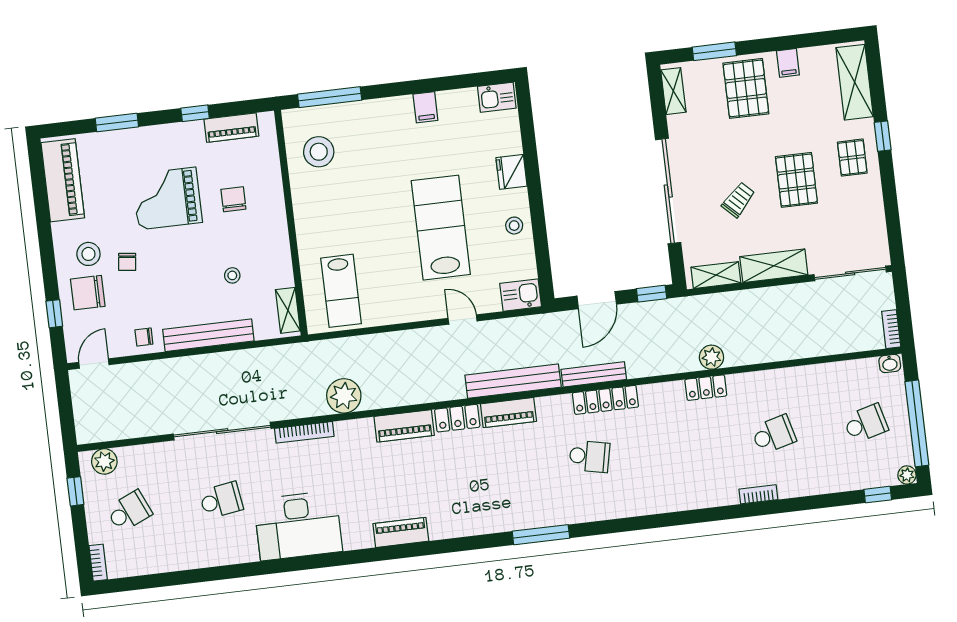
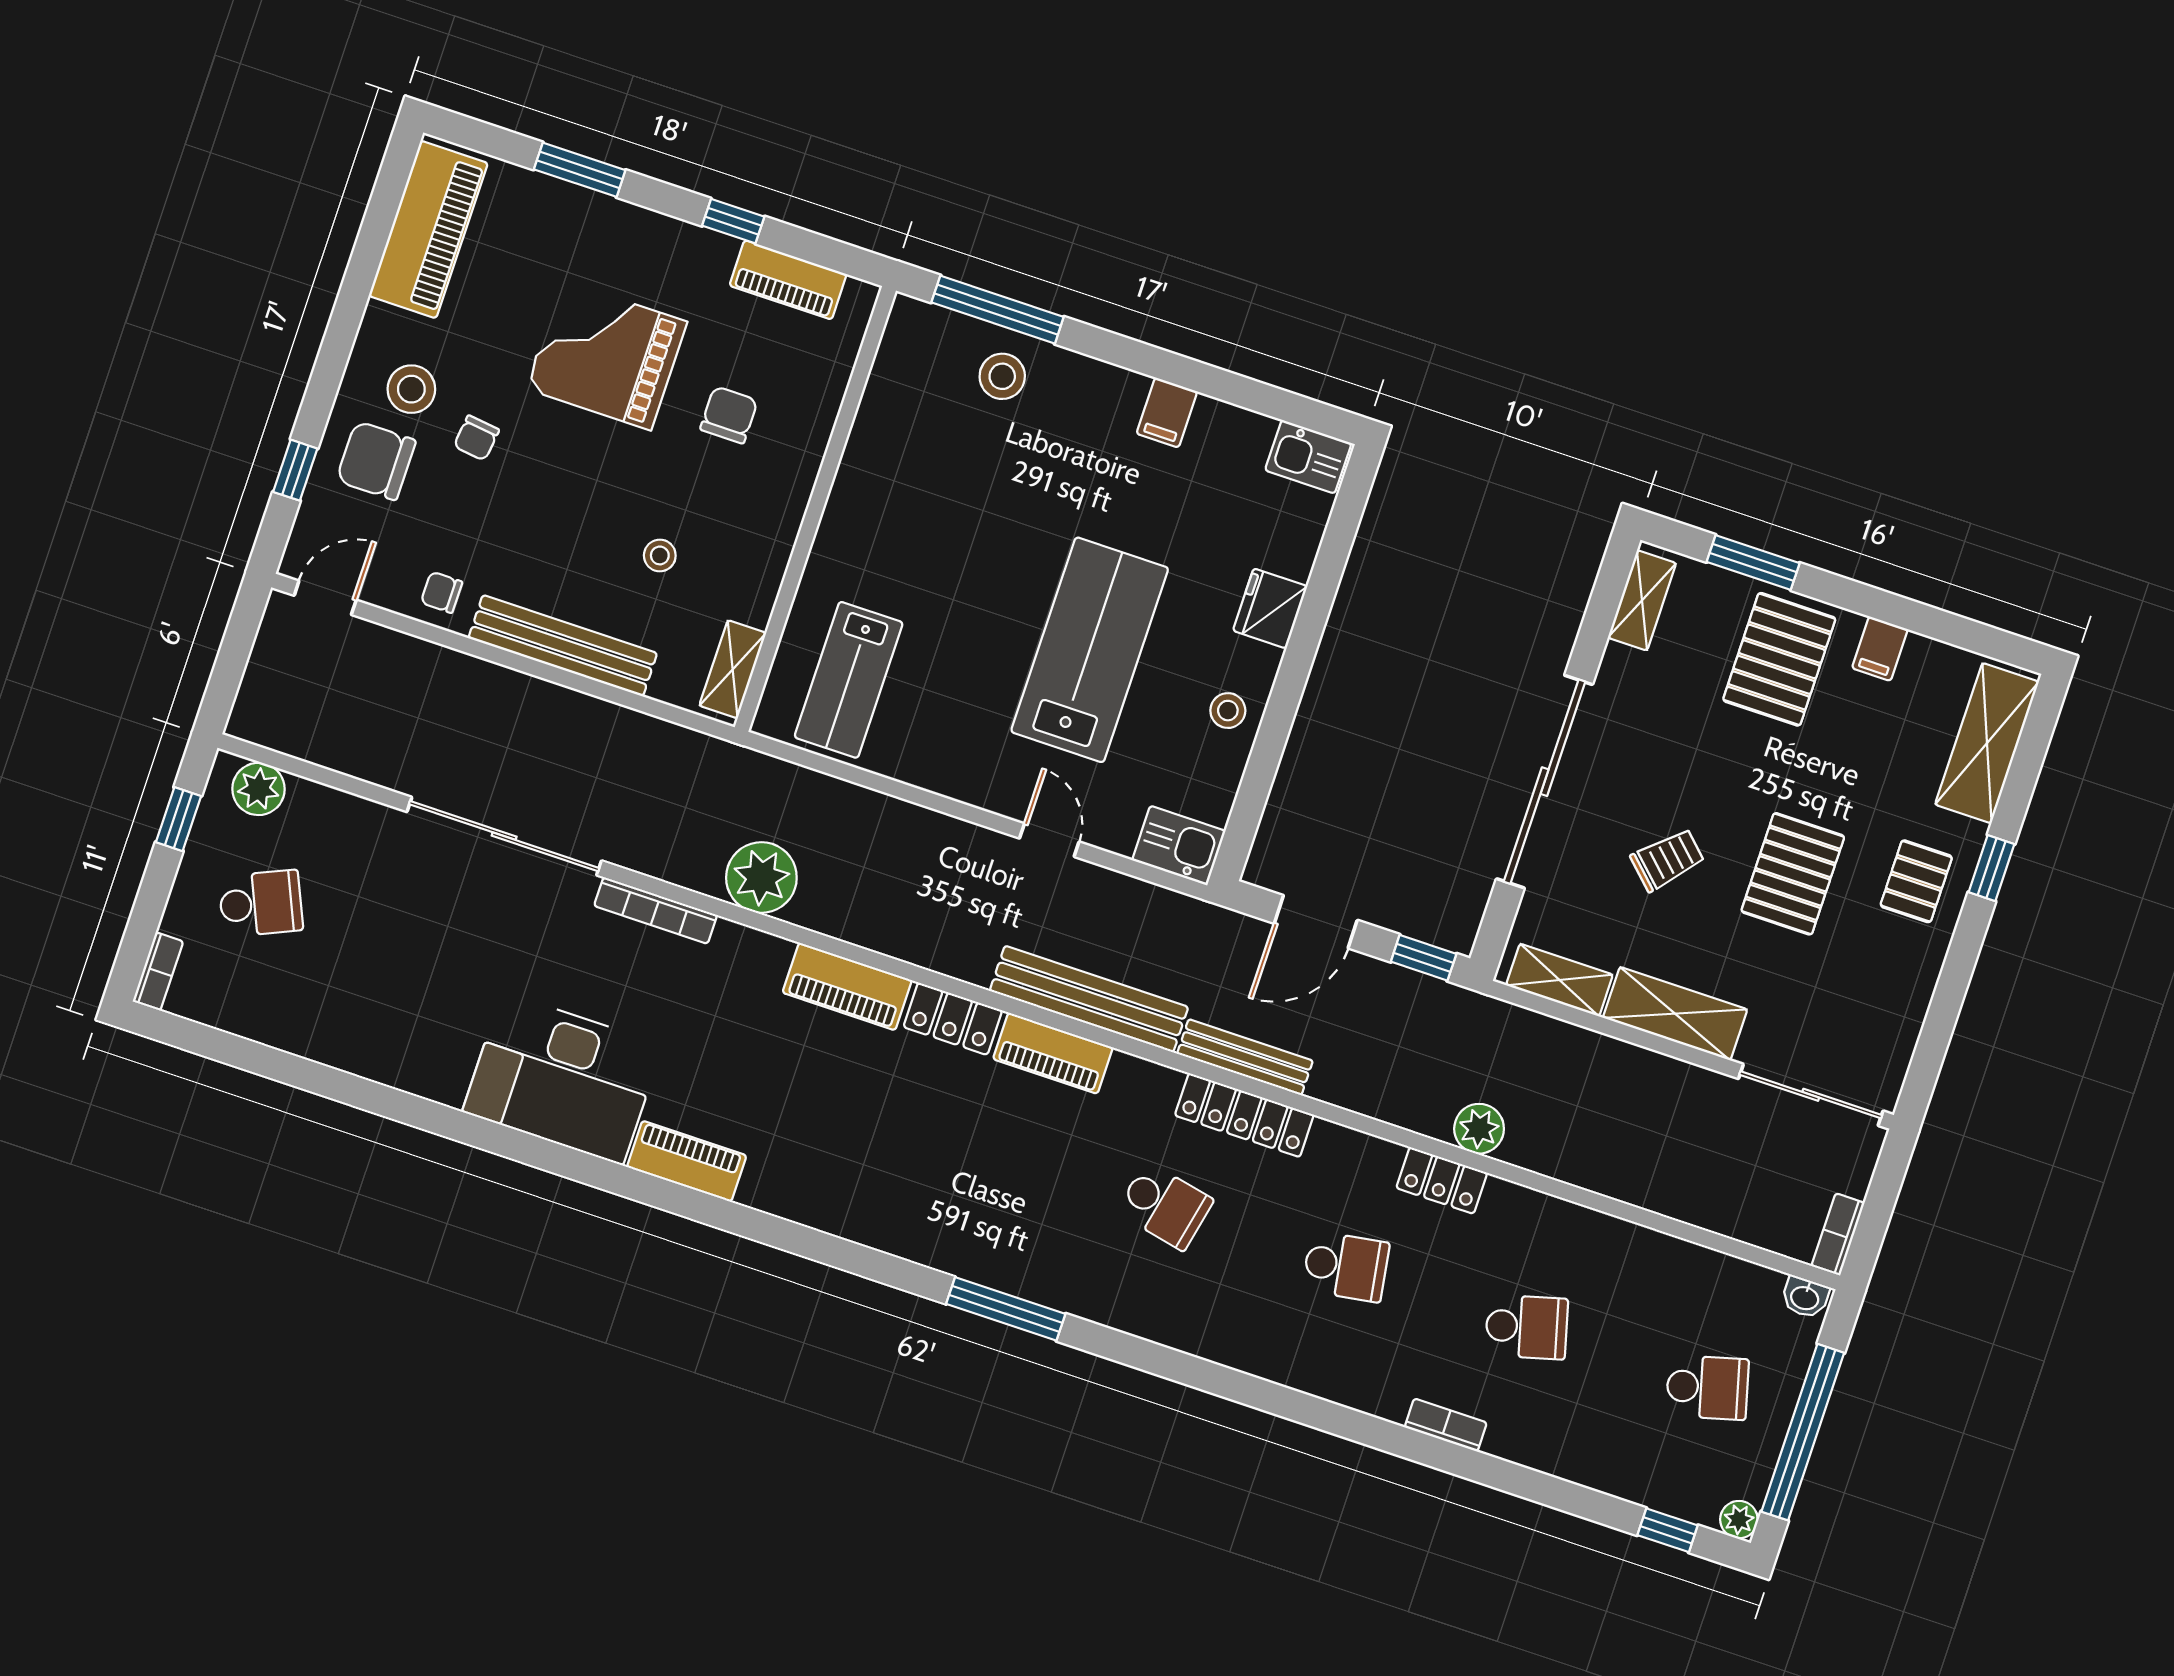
stool: (319, 152) -> (1002, 376), moved, width x0.73, depth x0.73
school desk: (221, 500) -> (1346, 1266), moved
piano: (401, 532) -> (687, 1161), moved

